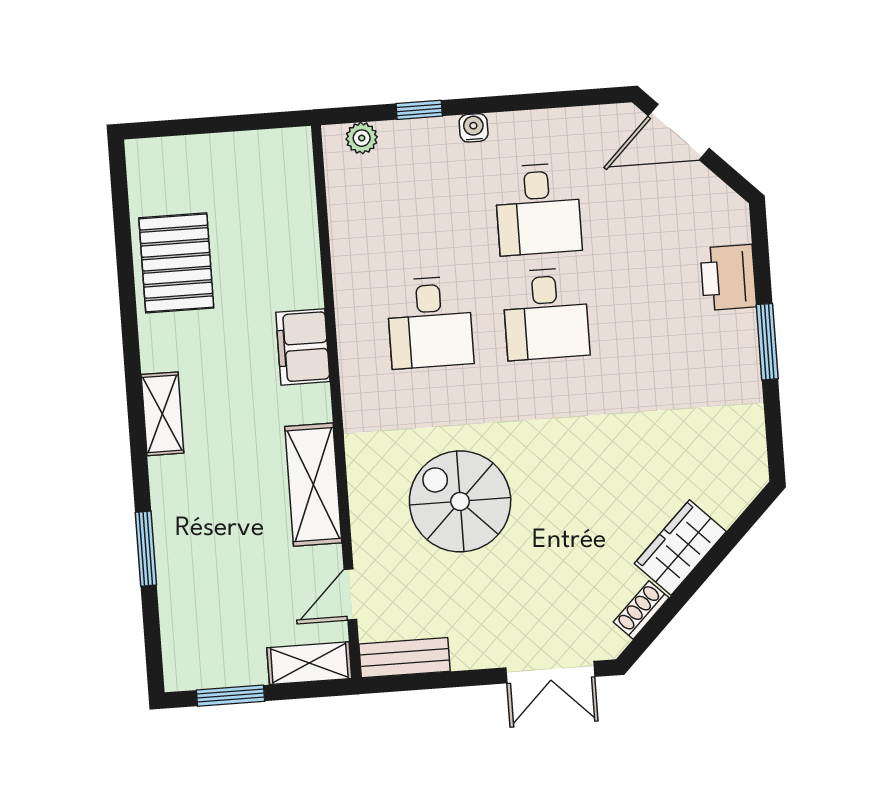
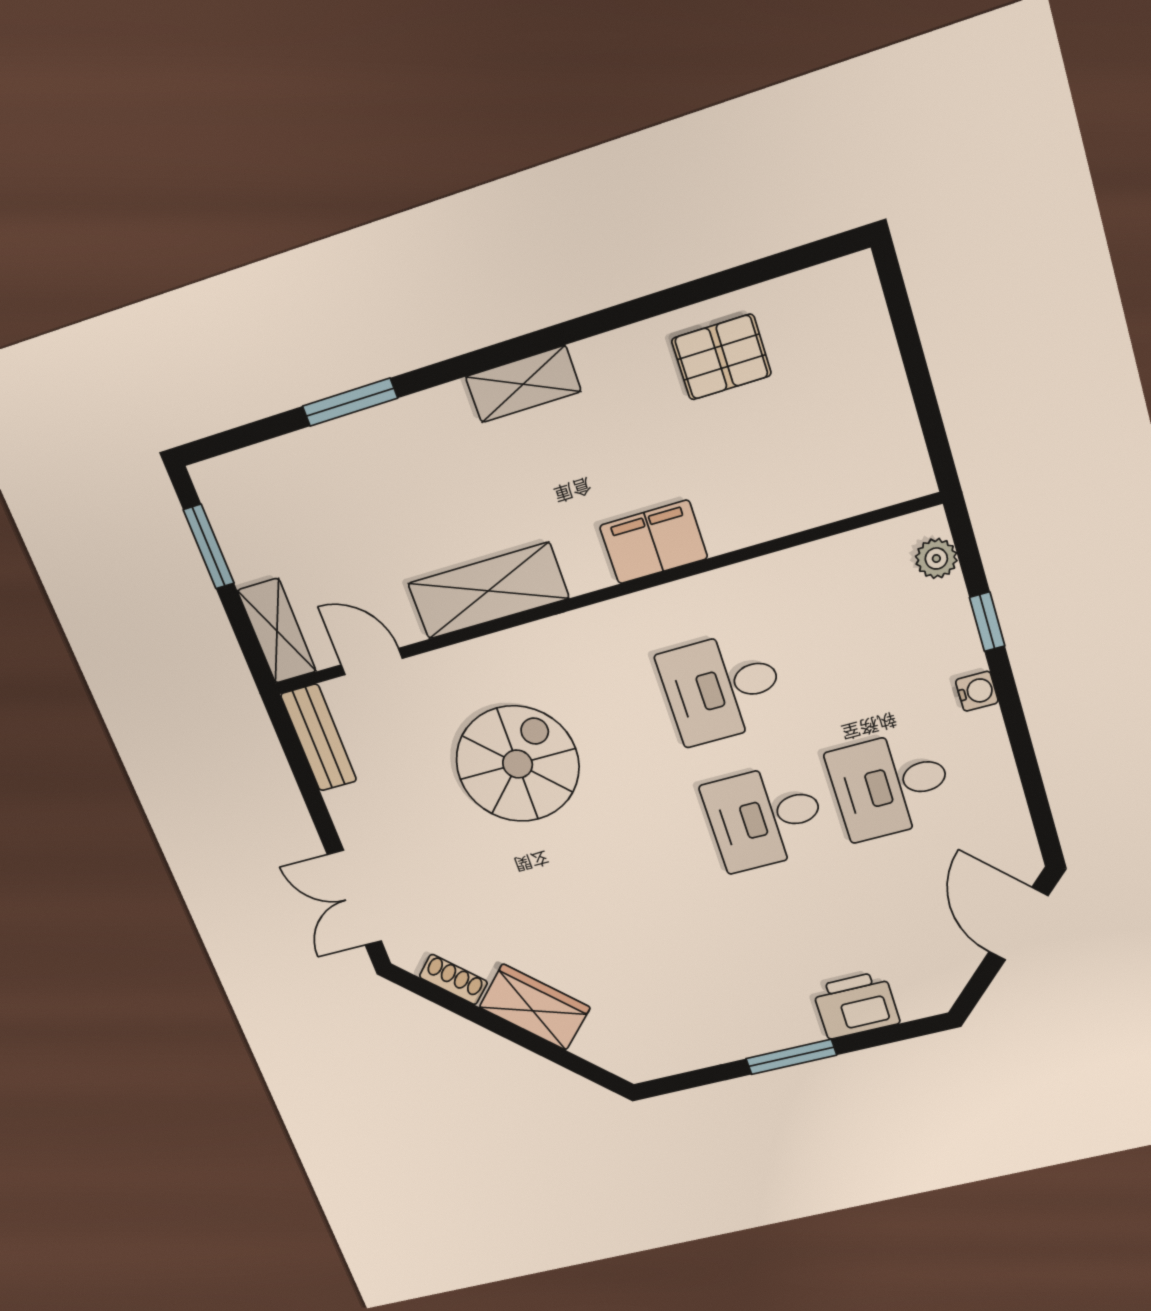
pallet: (176, 263) -> (721, 357), width x0.67, depth x0.71

